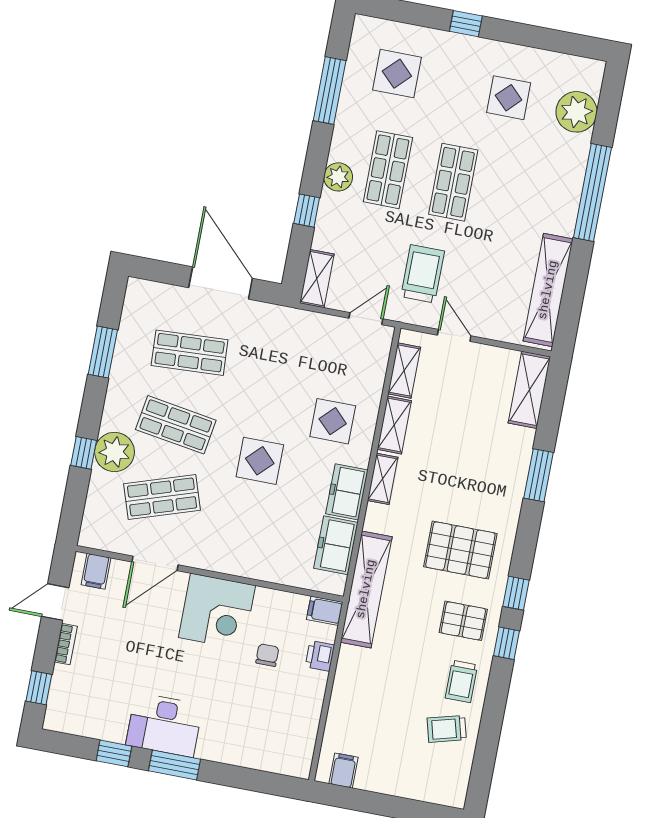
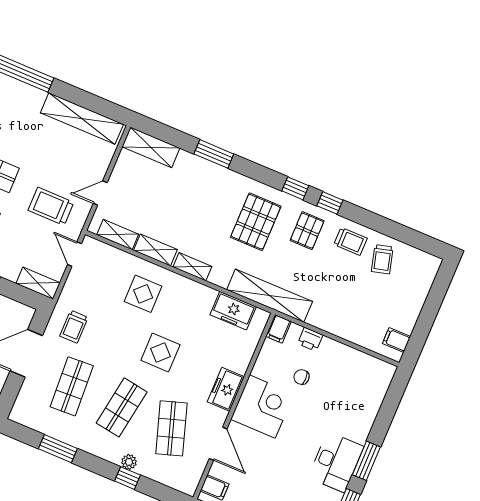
trolley: (269, 339) -> (74, 327), added
plant: (115, 452) -> (129, 462), width x0.53, depth x0.53
freezer: (347, 492) -> (226, 389), moved, turned 90

